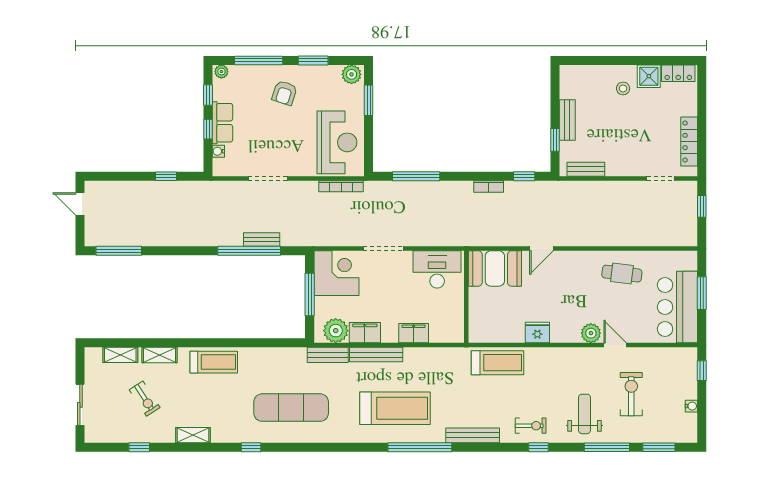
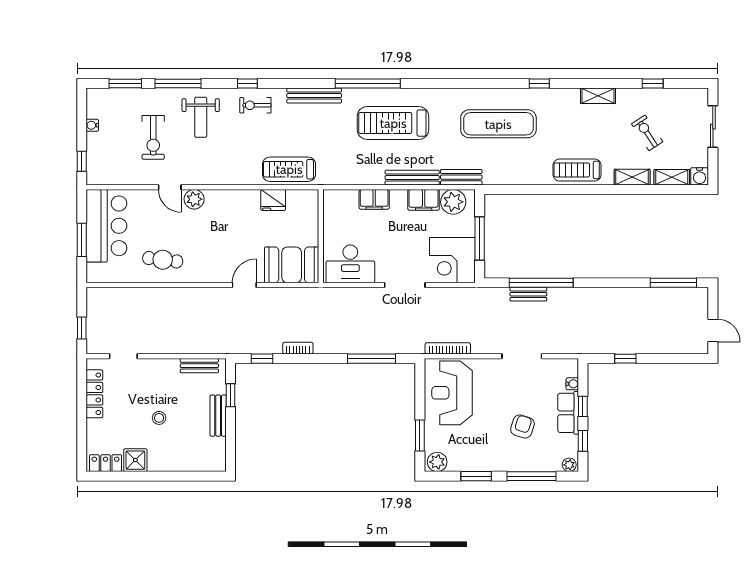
stool: (623, 88) -> (159, 418), moved
armchair: (285, 93) -> (522, 426), moved
fridge: (537, 332) -> (273, 200), moved
water cooler: (93, 356) -> (700, 176), added

